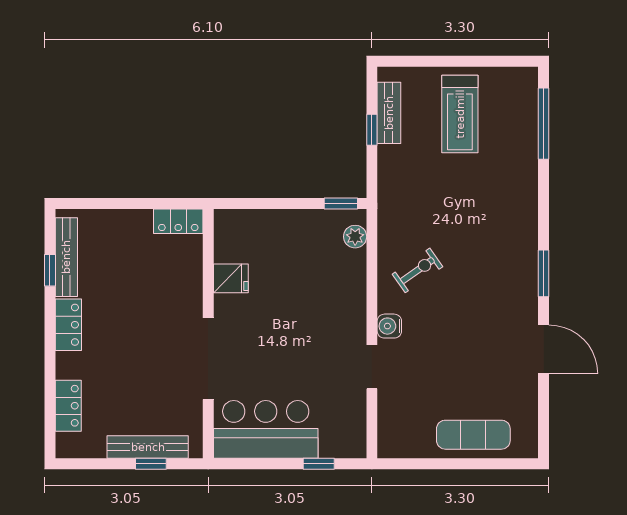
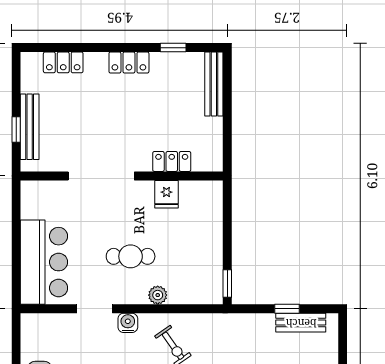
locker: (178, 221) -> (172, 161), moved, turned 90
plant: (355, 237) -> (158, 295), moved
bench: (66, 257) -> (214, 84), moved, turned 90
cafe table: (307, 323) -> (131, 256), added
bar counter: (266, 429) -> (44, 262), moved
window: (319, 464) -> (16, 266), removed

